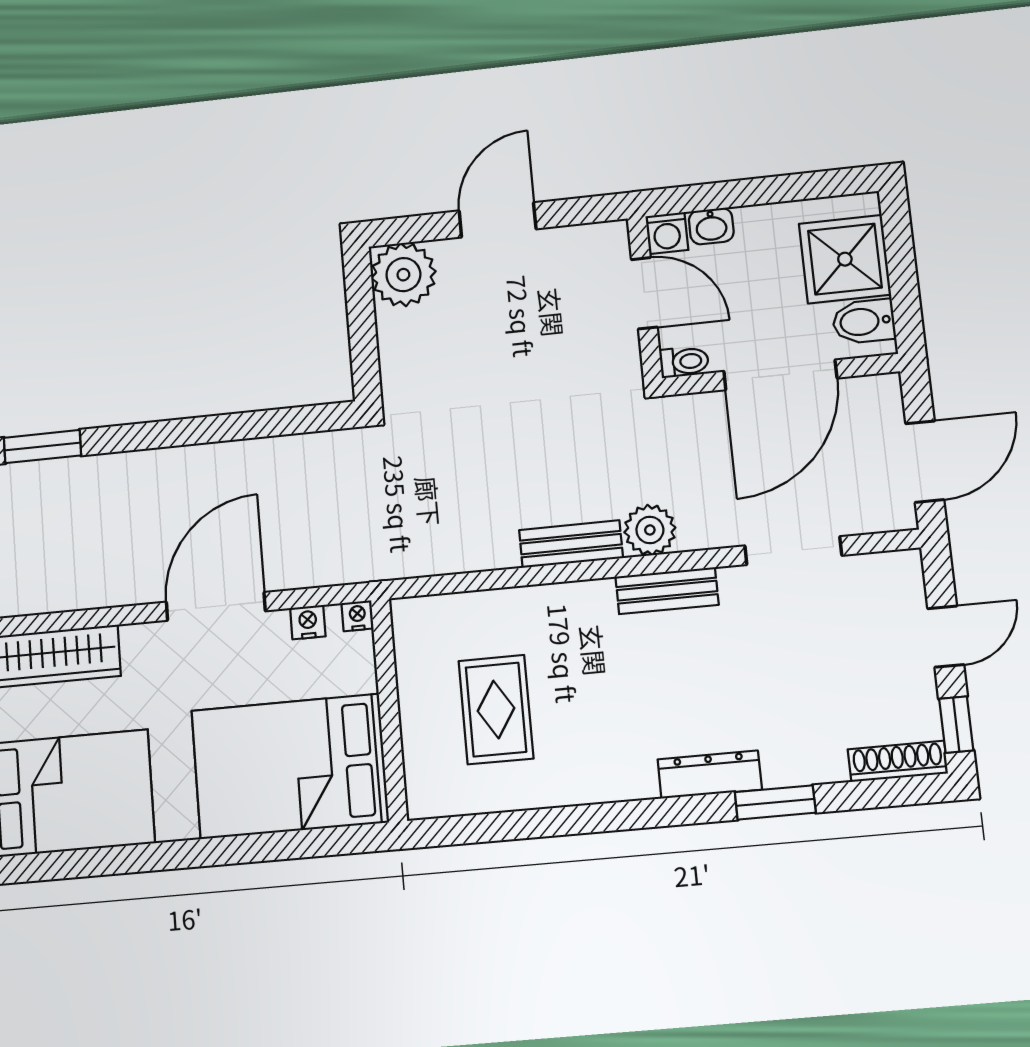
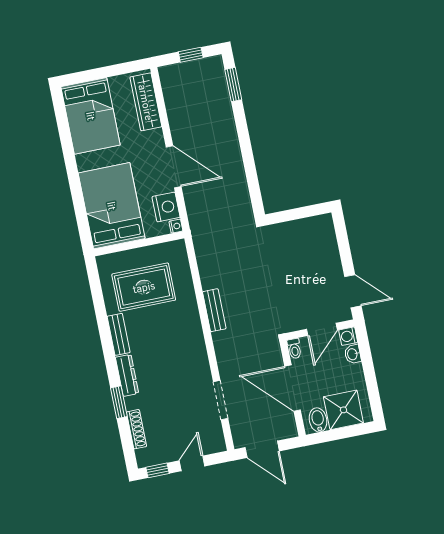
door: (498, 220) -> (353, 291), moved
plant: (403, 275) -> (321, 228), removed
plant: (650, 530) -> (223, 342), removed
bench: (667, 591) -> (119, 334), moved
nightstand: (308, 622) -> (166, 207), width x1.89, depth x1.79
door: (946, 637) -> (192, 463), swing flipped
rug: (496, 710) -> (144, 287), width x1.36, depth x1.43
shoe rack: (898, 761) -> (137, 429), moved

